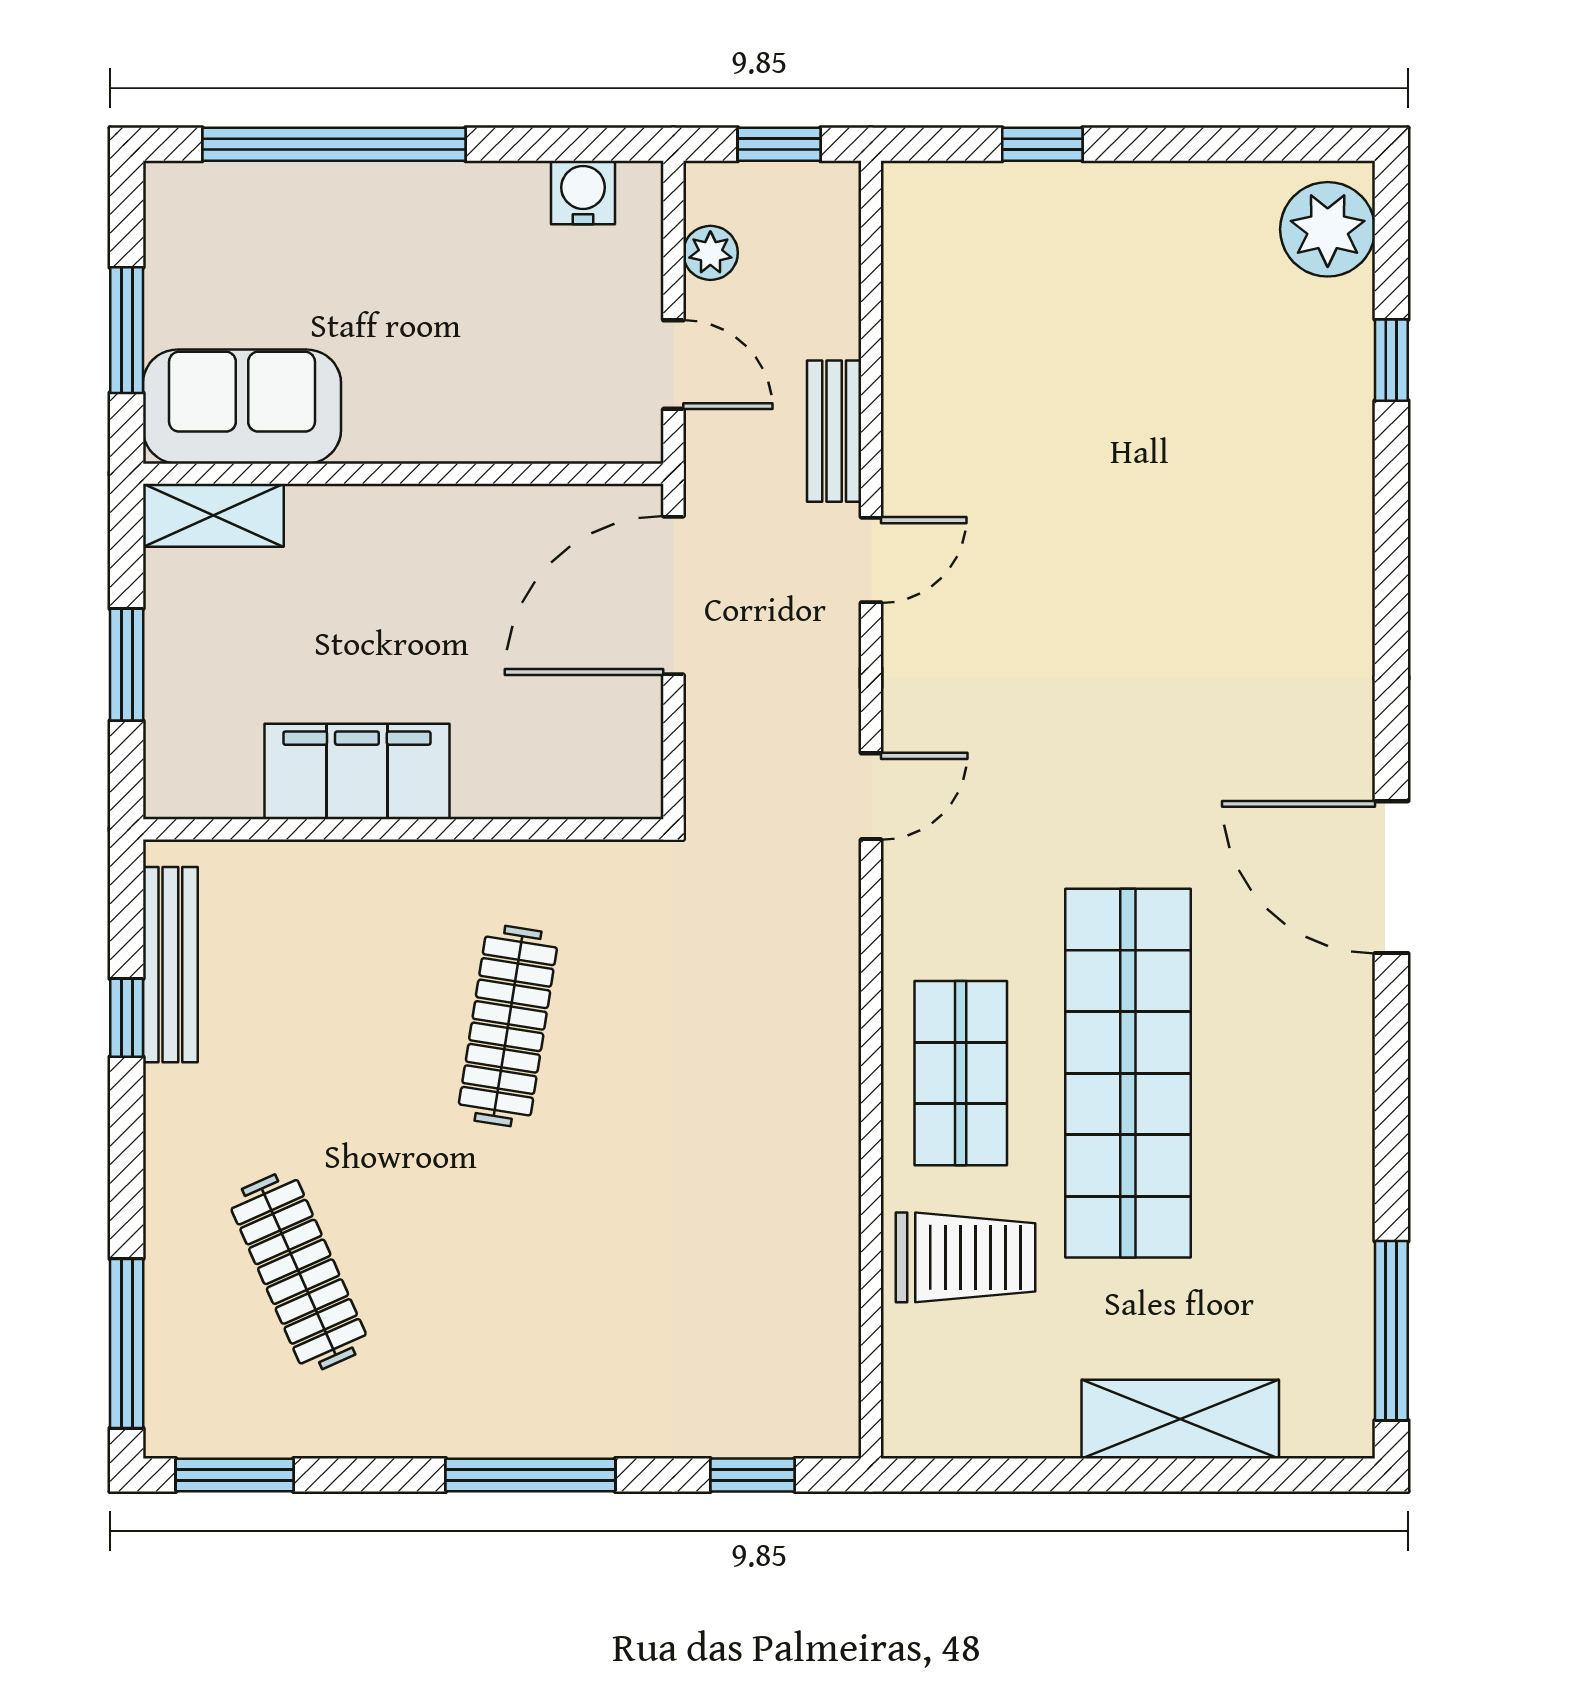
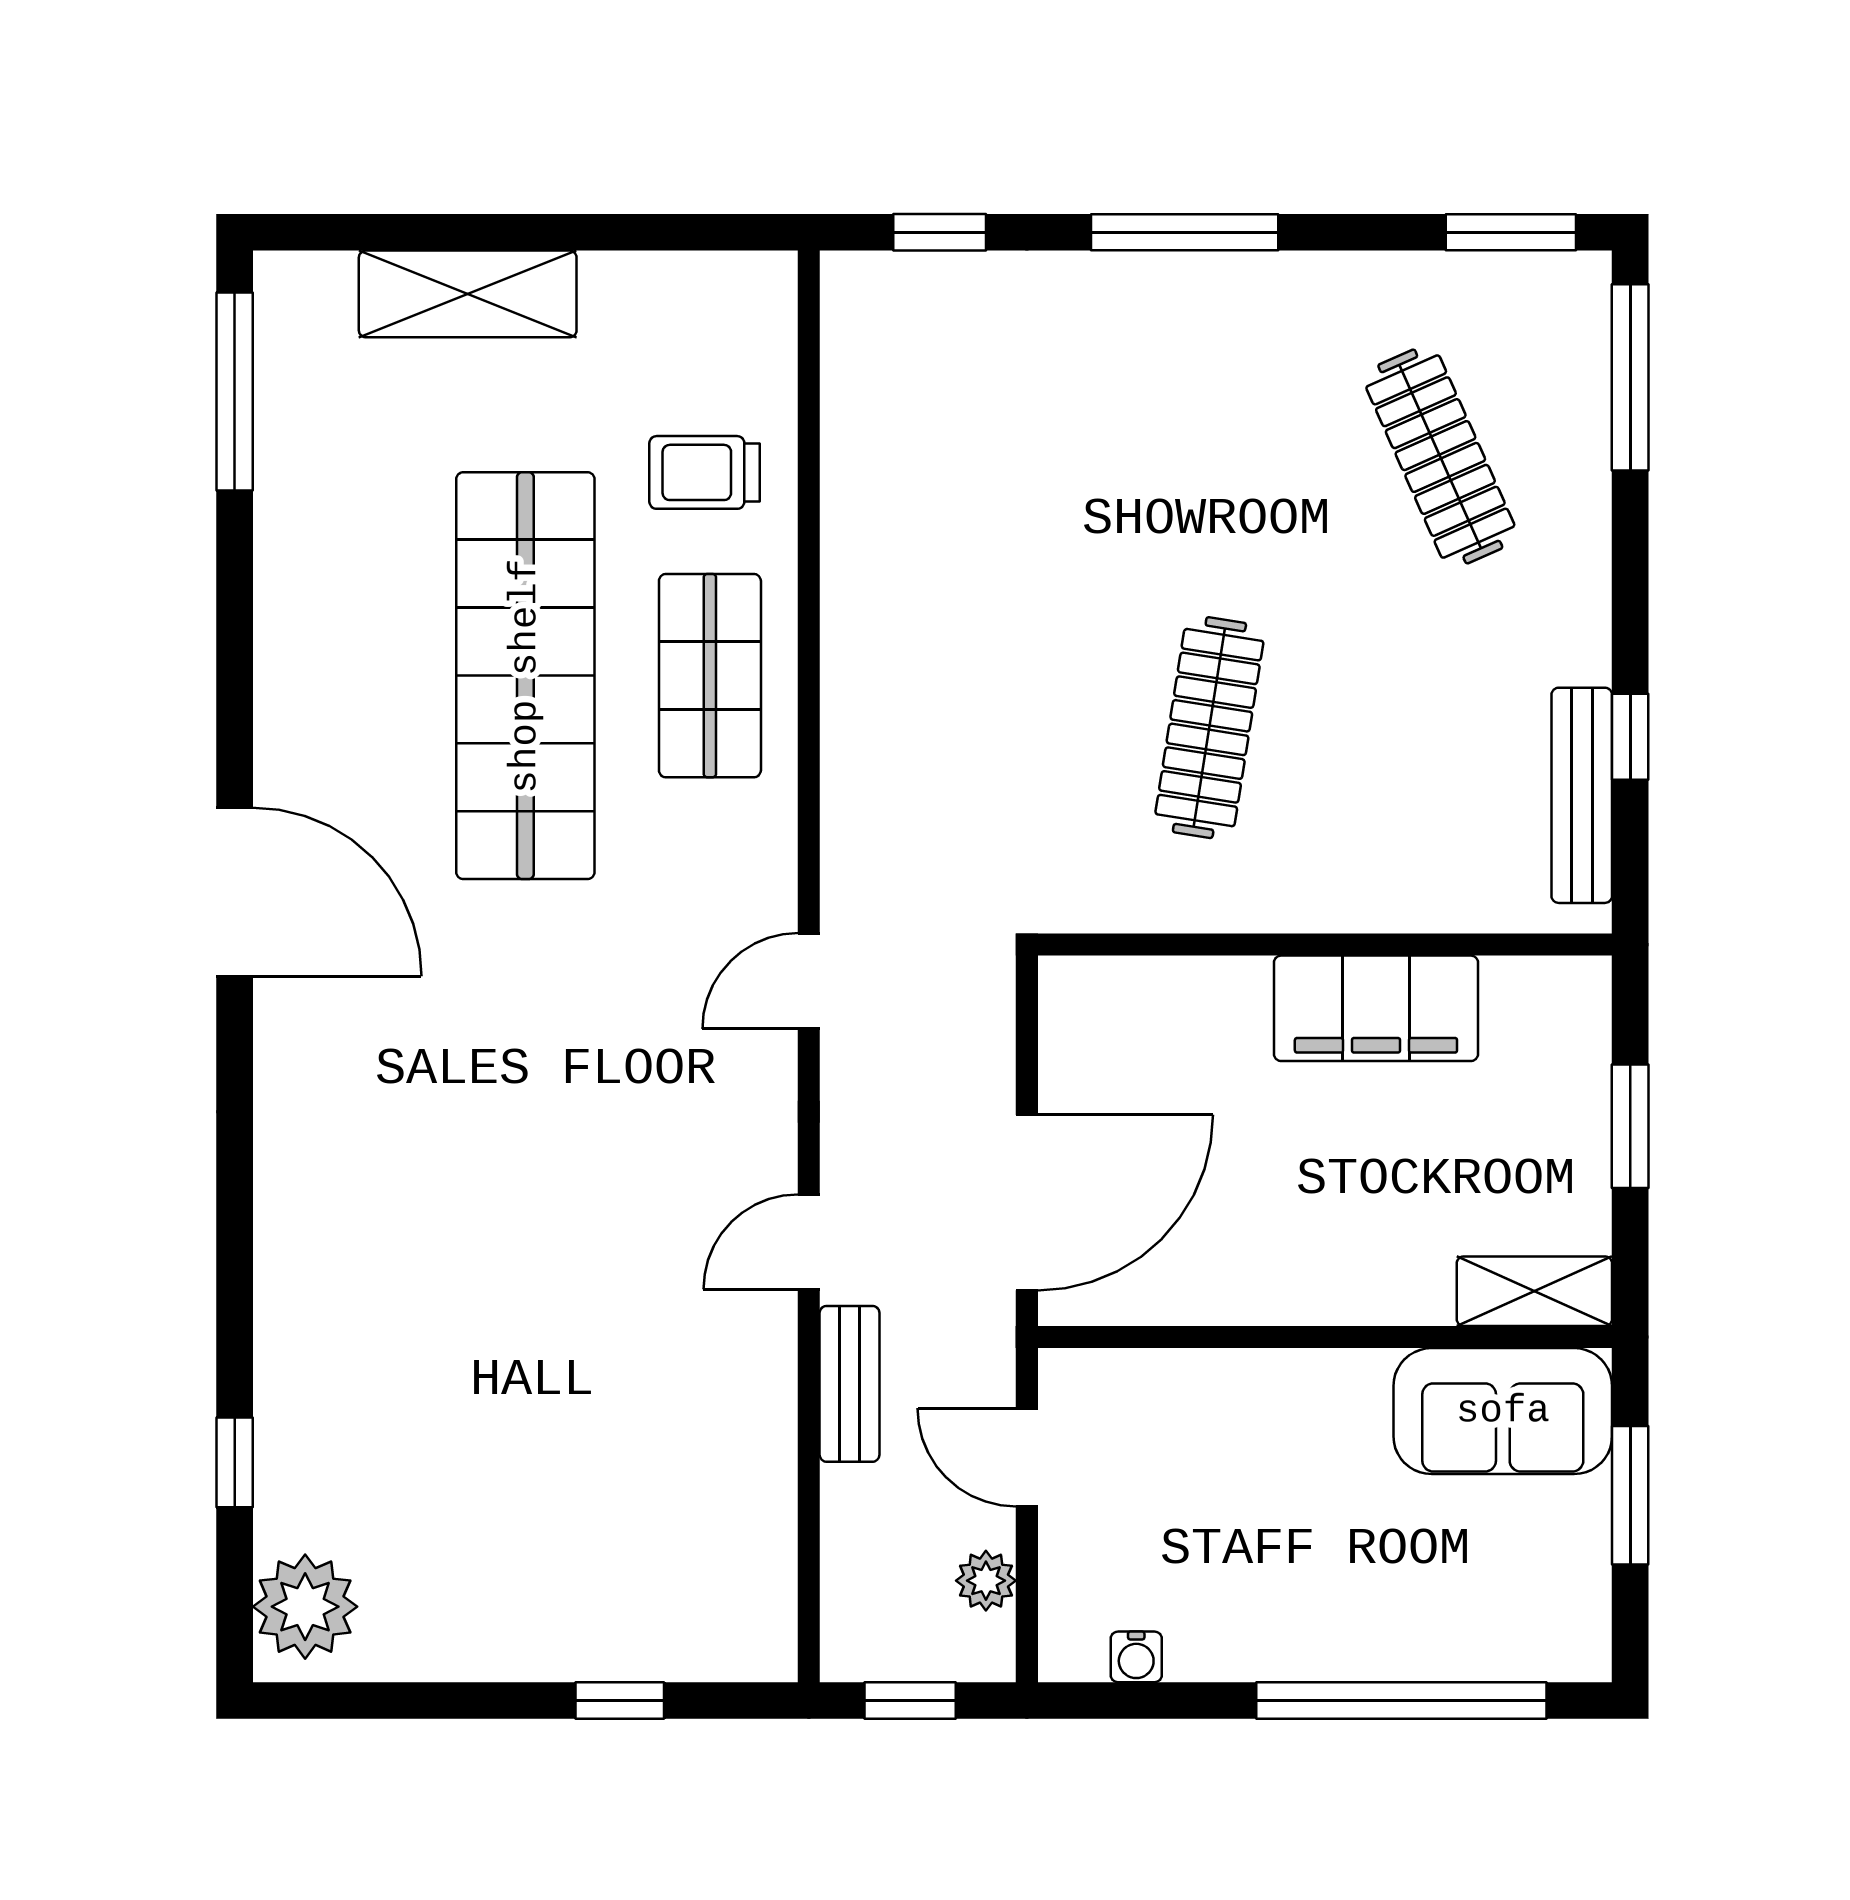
water cooler: (583, 193) -> (1136, 1657), width x0.72, depth x0.72
trolley: (966, 1257) -> (705, 472), width x0.73, depth x0.72

